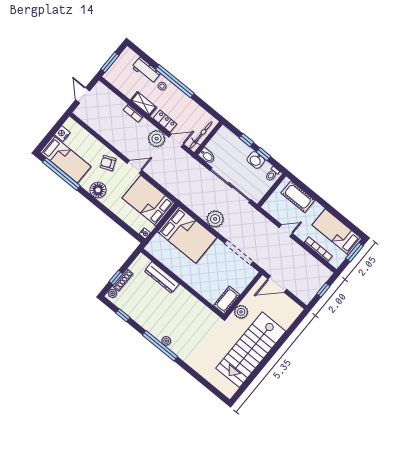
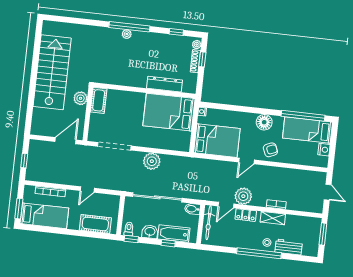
bathtub: (236, 145) -> (174, 234), added
window: (264, 154) -> (131, 239), moved
bed: (187, 235) -> (169, 112), moved

